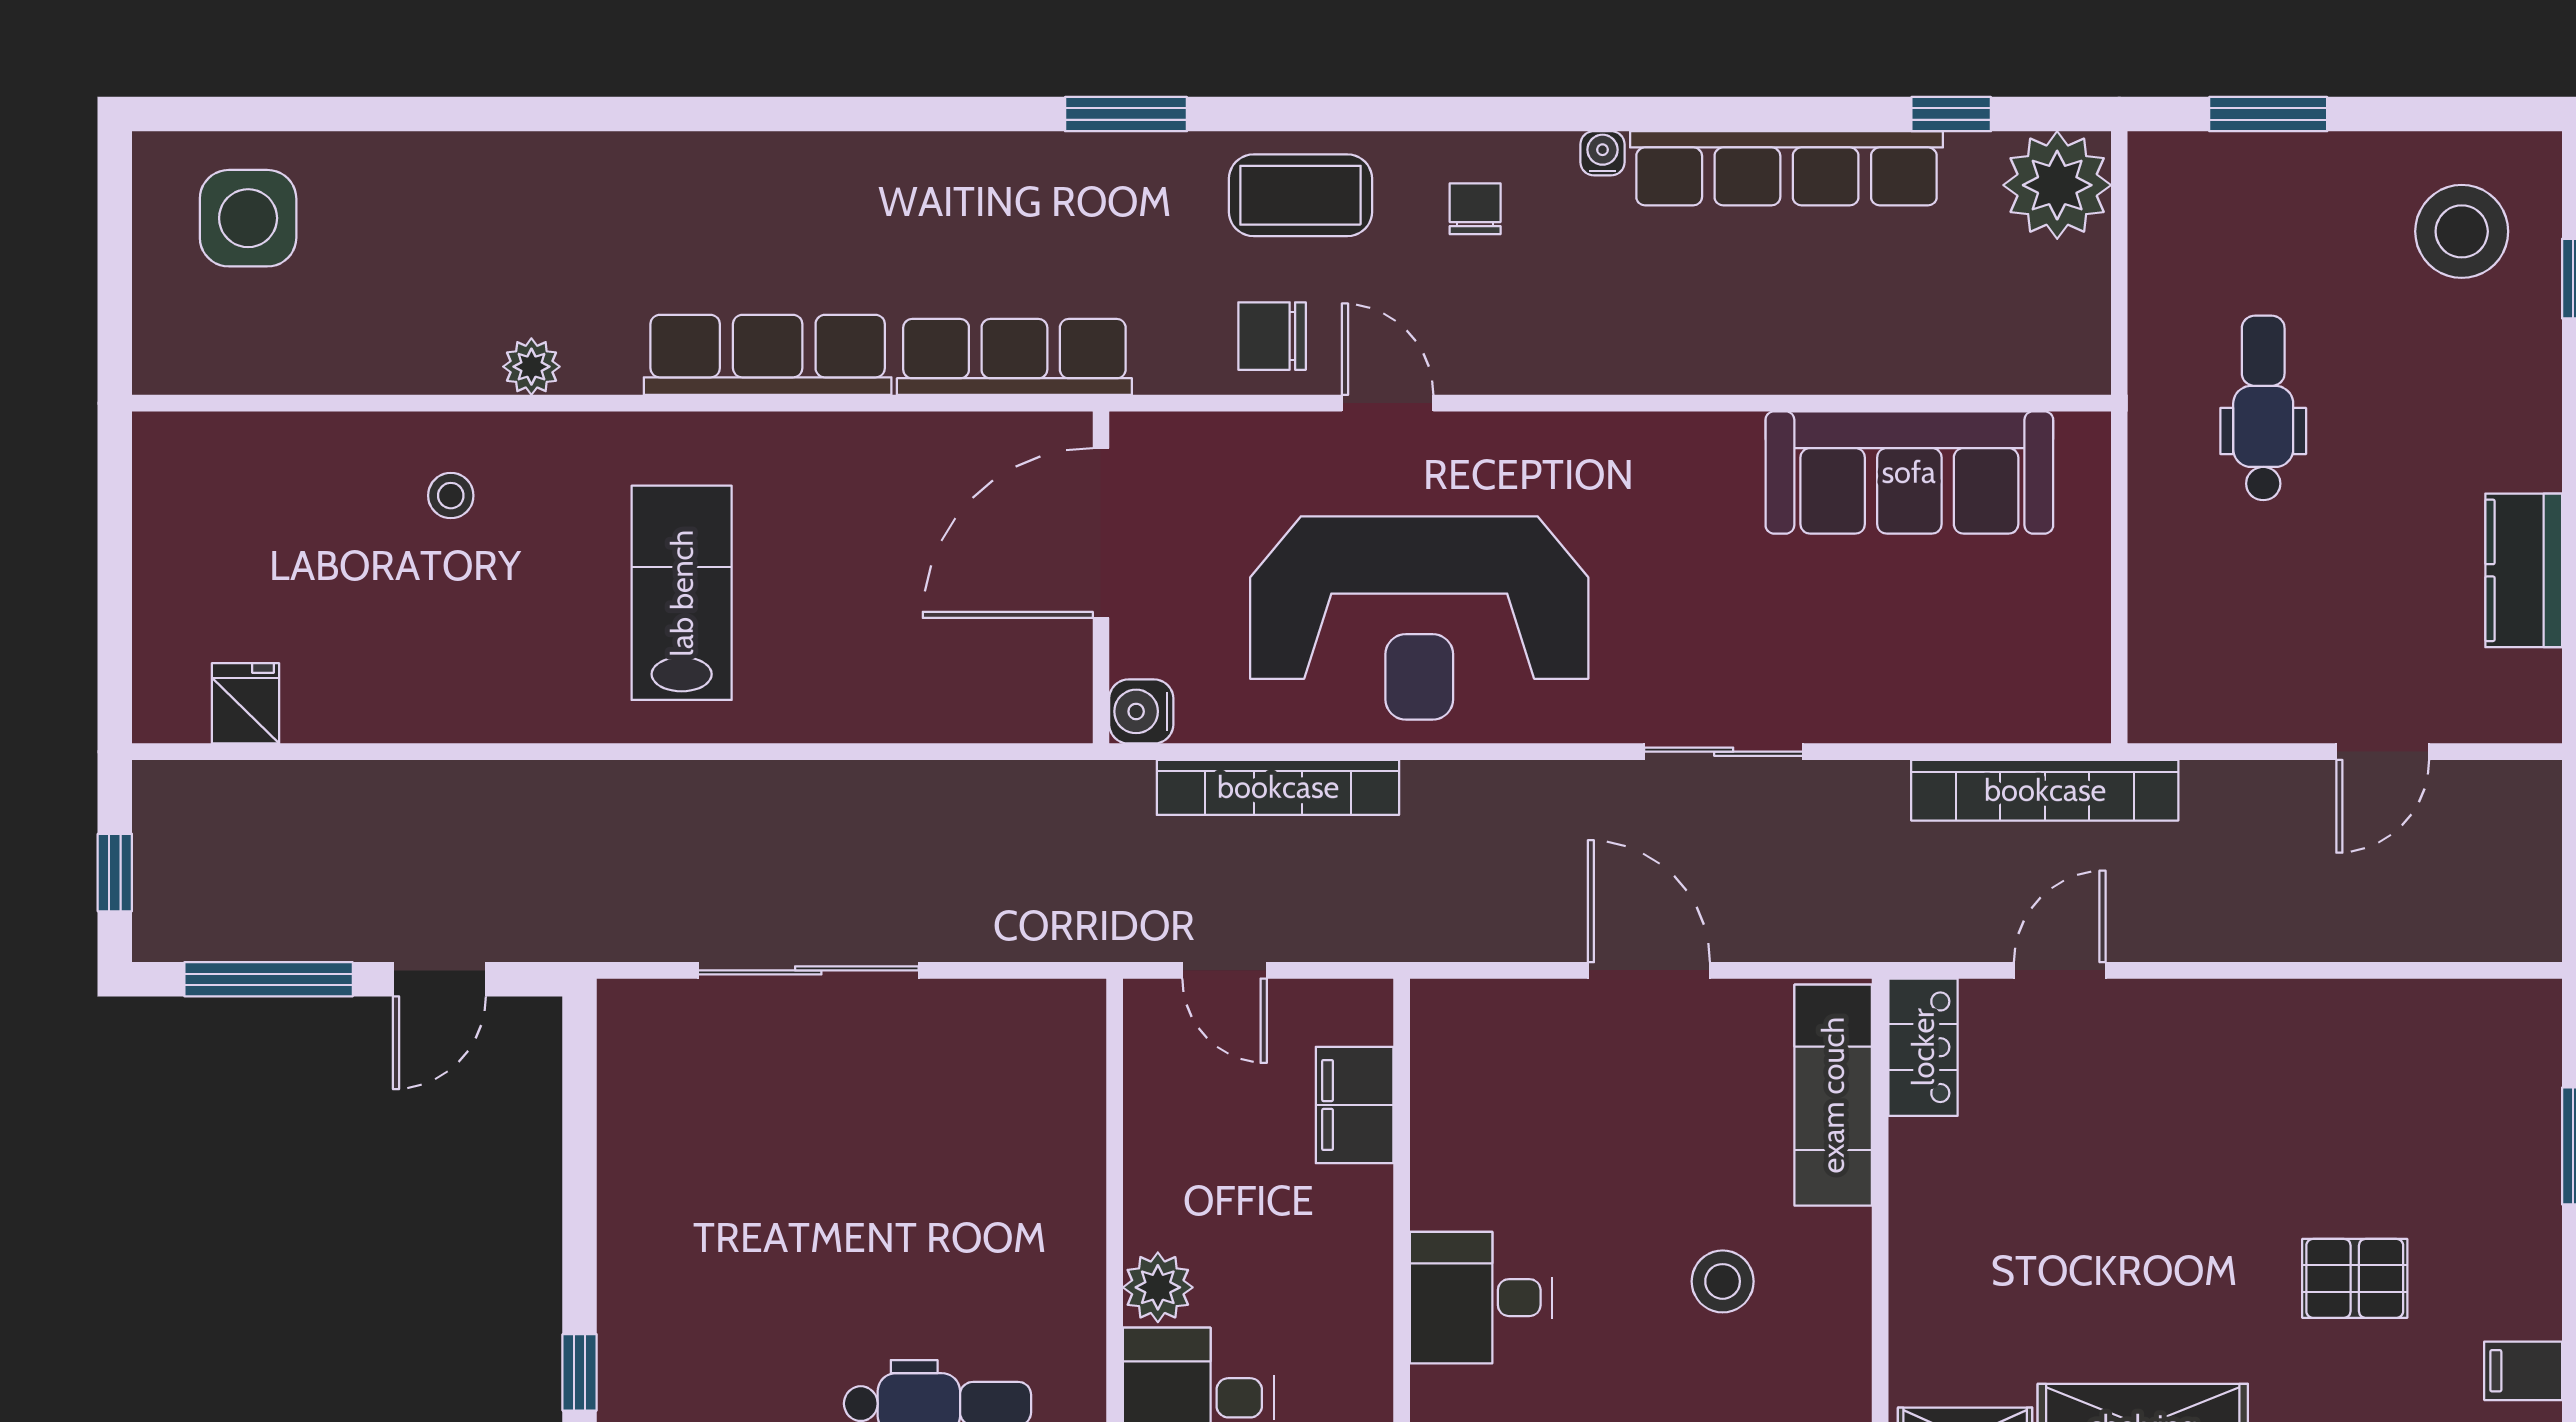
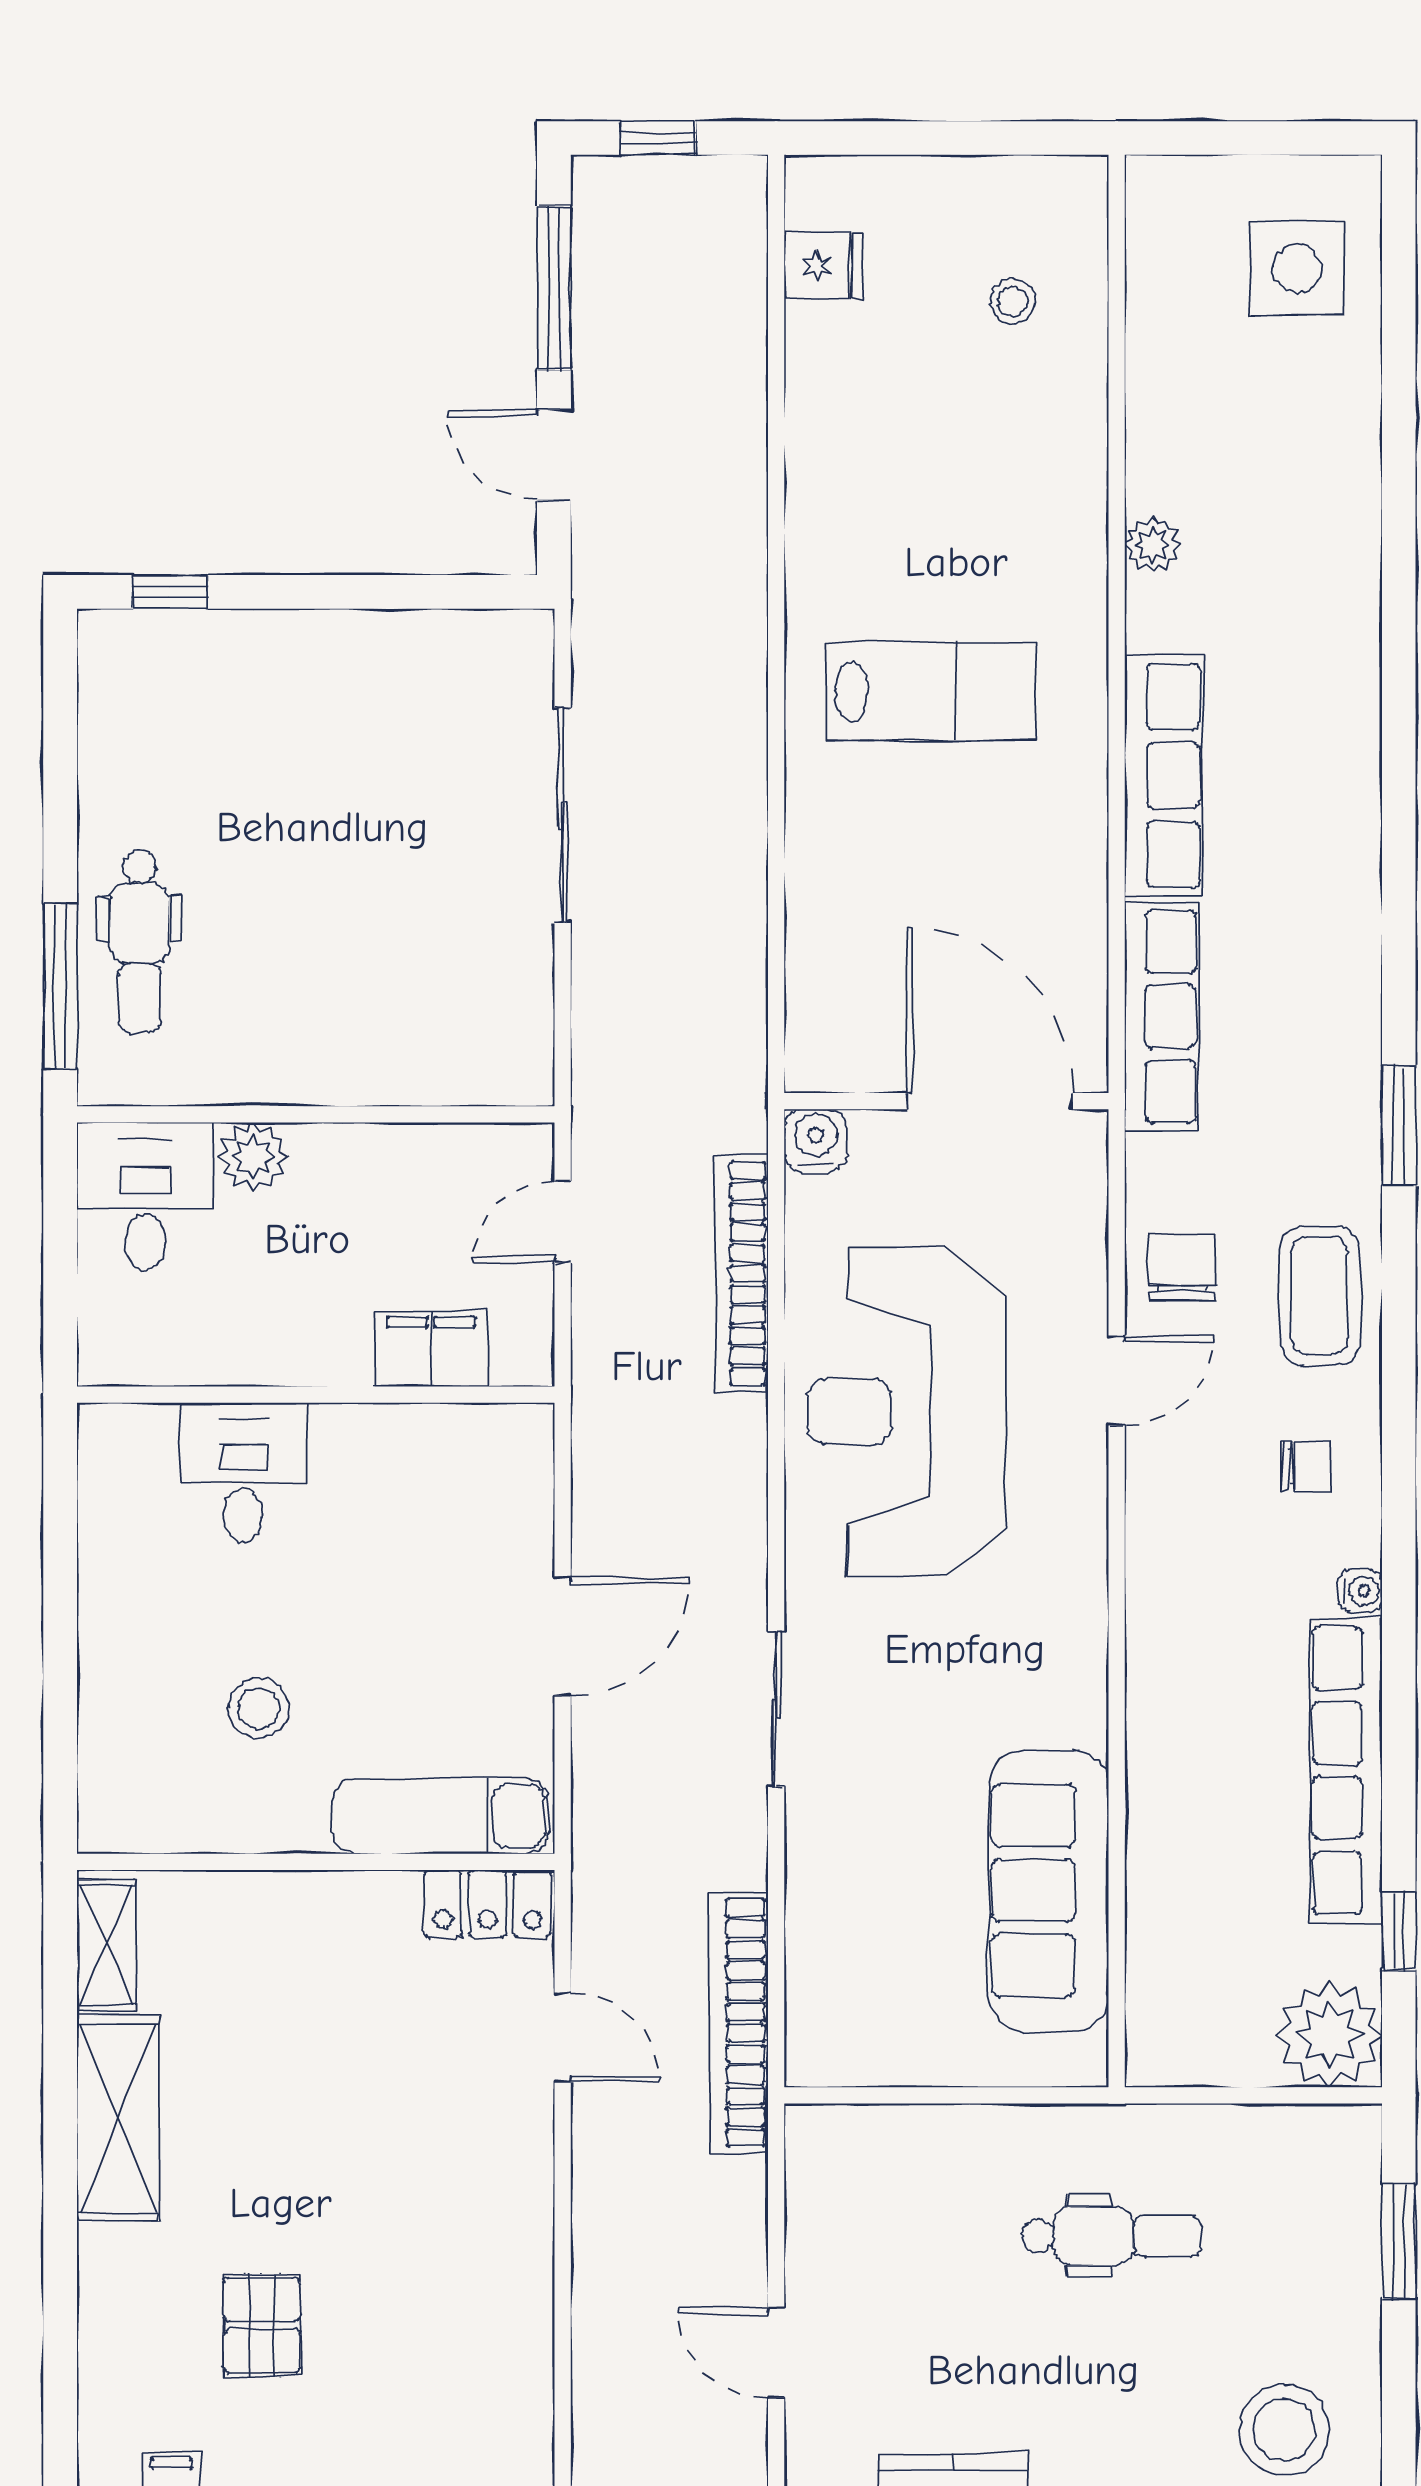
stool: (451, 496) -> (1013, 301), moved

